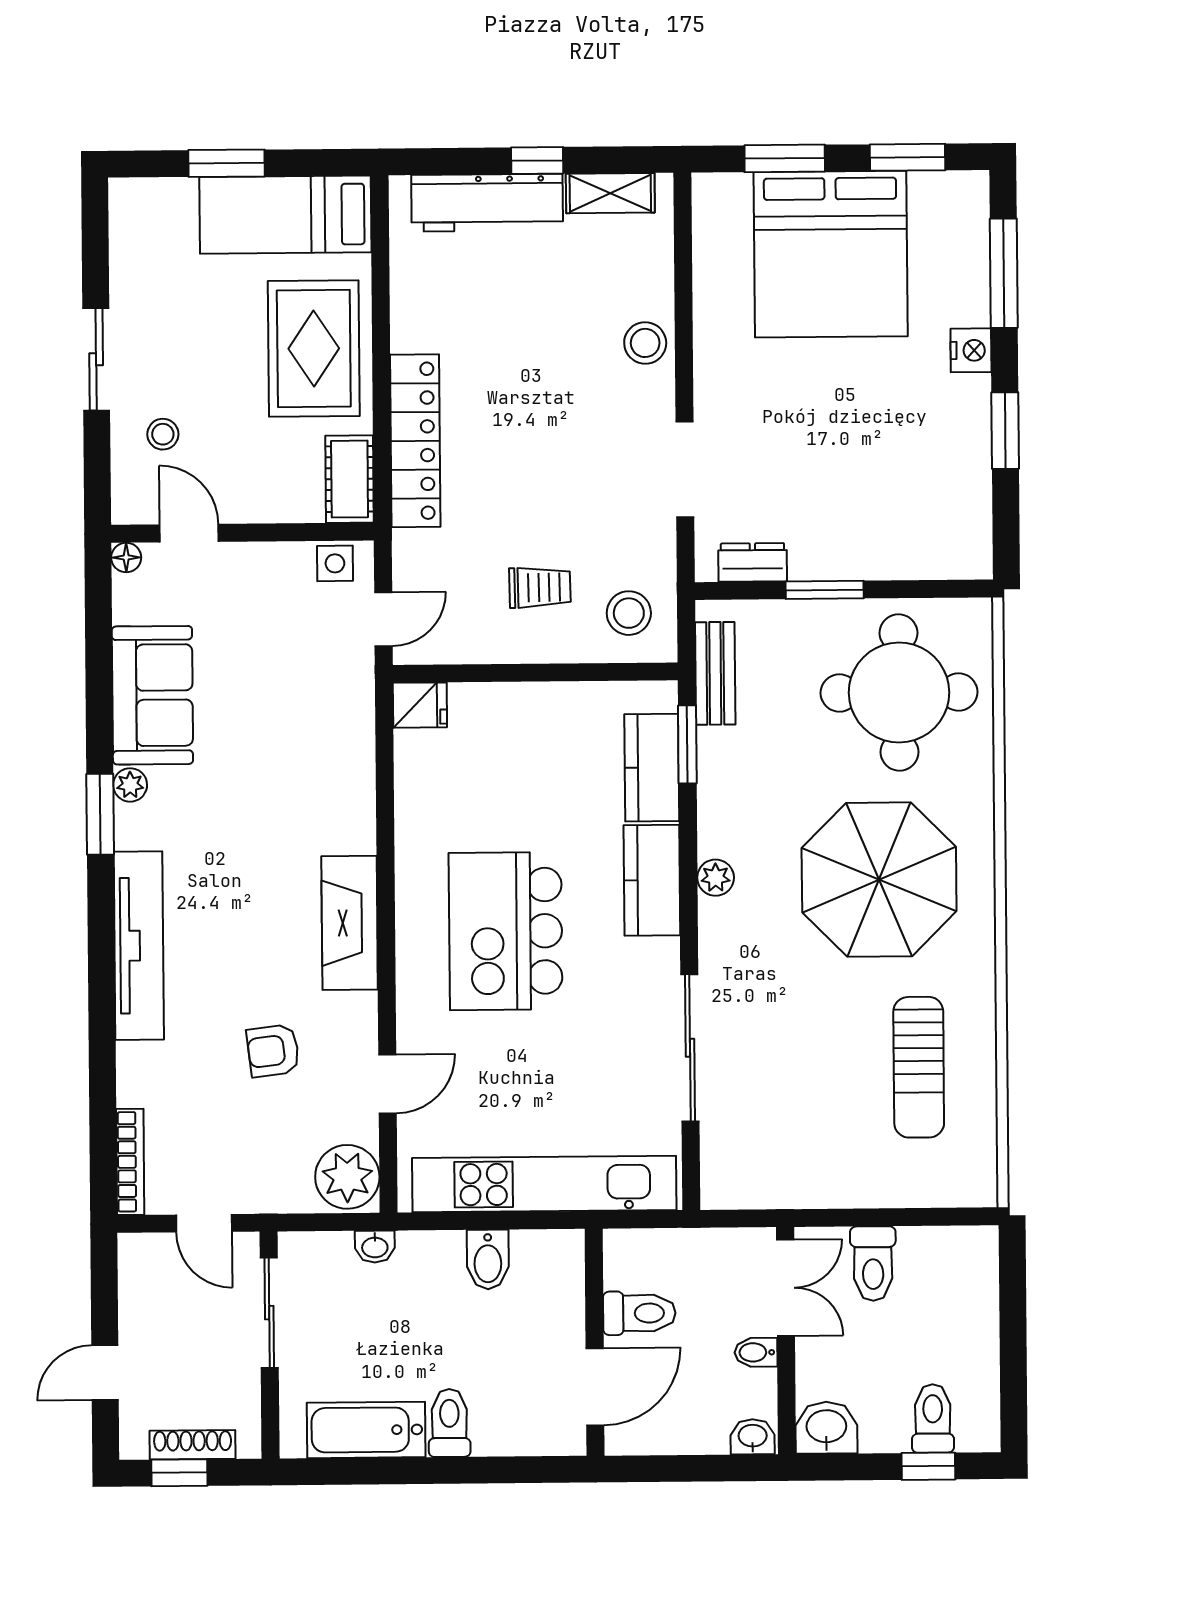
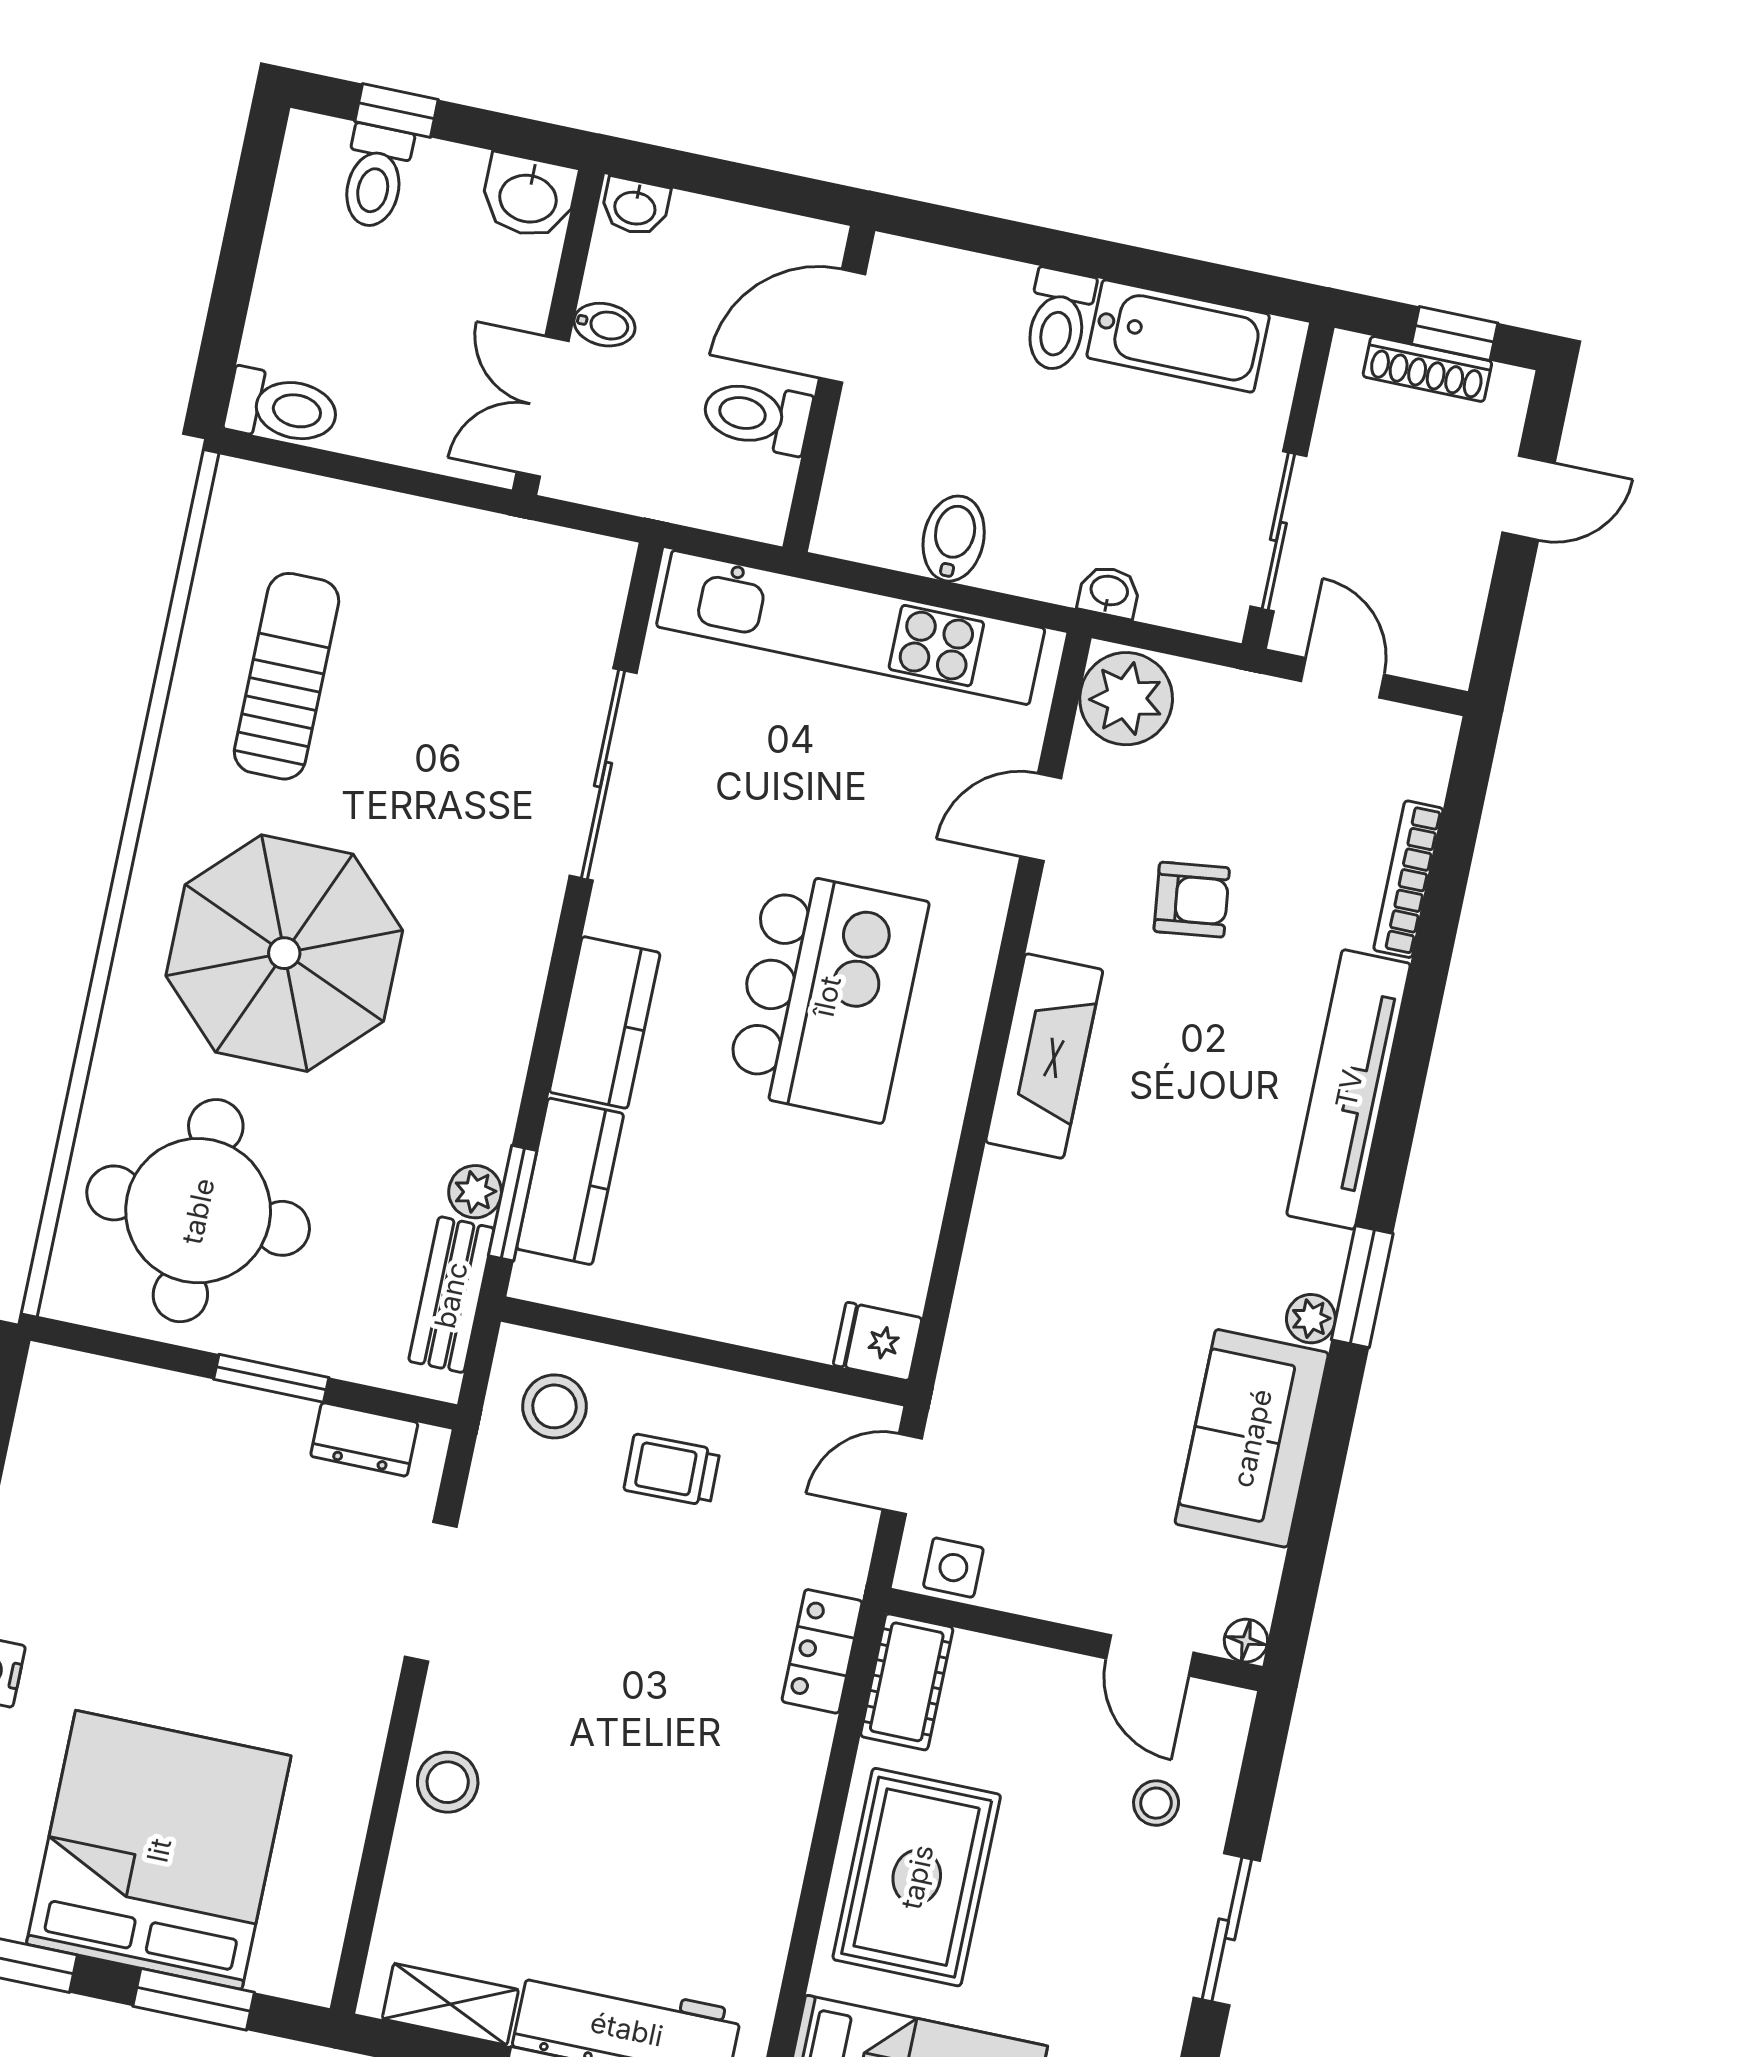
locker: (415, 441) -> (822, 1651), width x0.46, depth x0.83
plant: (716, 878) -> (475, 1192), moved
bookcase: (130, 1162) -> (1408, 879), moved
toilet: (873, 1264) -> (282, 408), moved, turned 90

